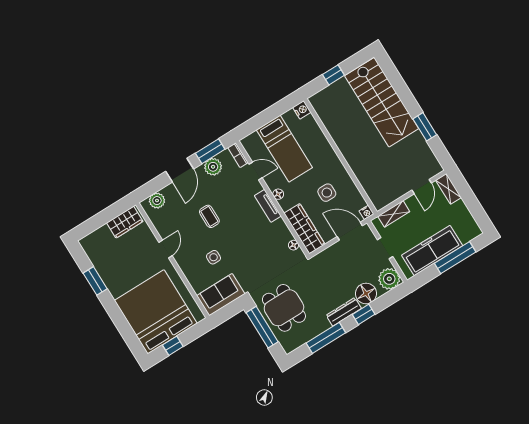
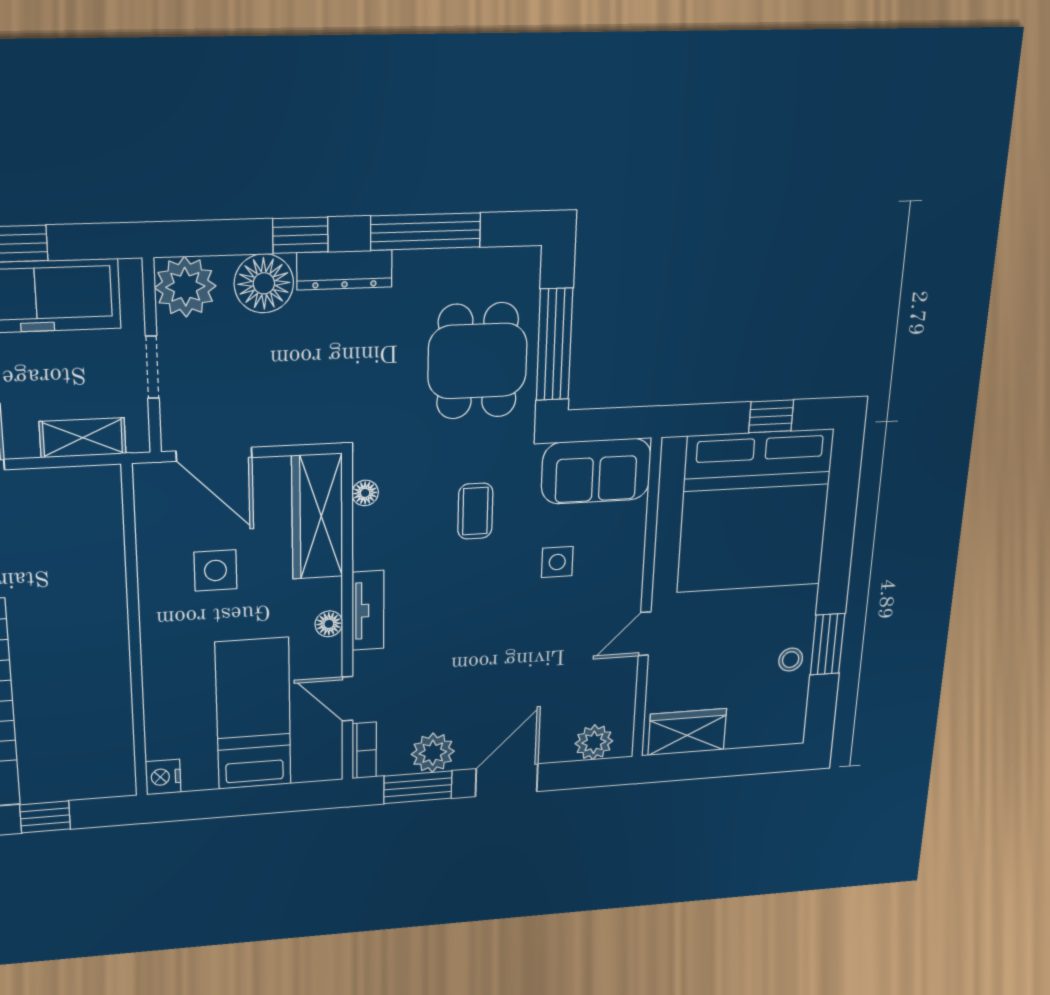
nightstand: (366, 212) -> (148, 476), removed
coffee table: (209, 216) -> (475, 511), moved
stool: (105, 268) -> (791, 660), added

